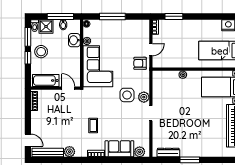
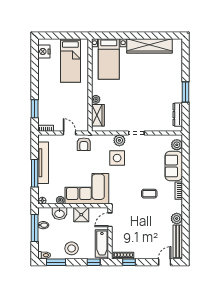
tv unit: (122, 25) -> (43, 163), added
shower: (46, 26) -> (81, 215), moved
window: (28, 58) -> (94, 262), moved
wardrobe: (168, 77) -> (98, 115), added
window: (28, 106) -> (129, 262), added

